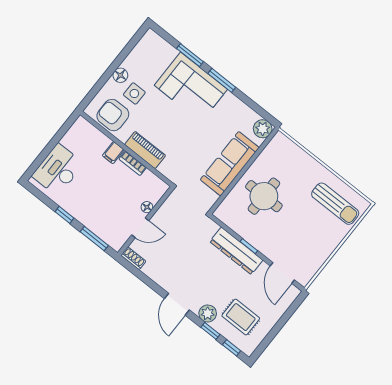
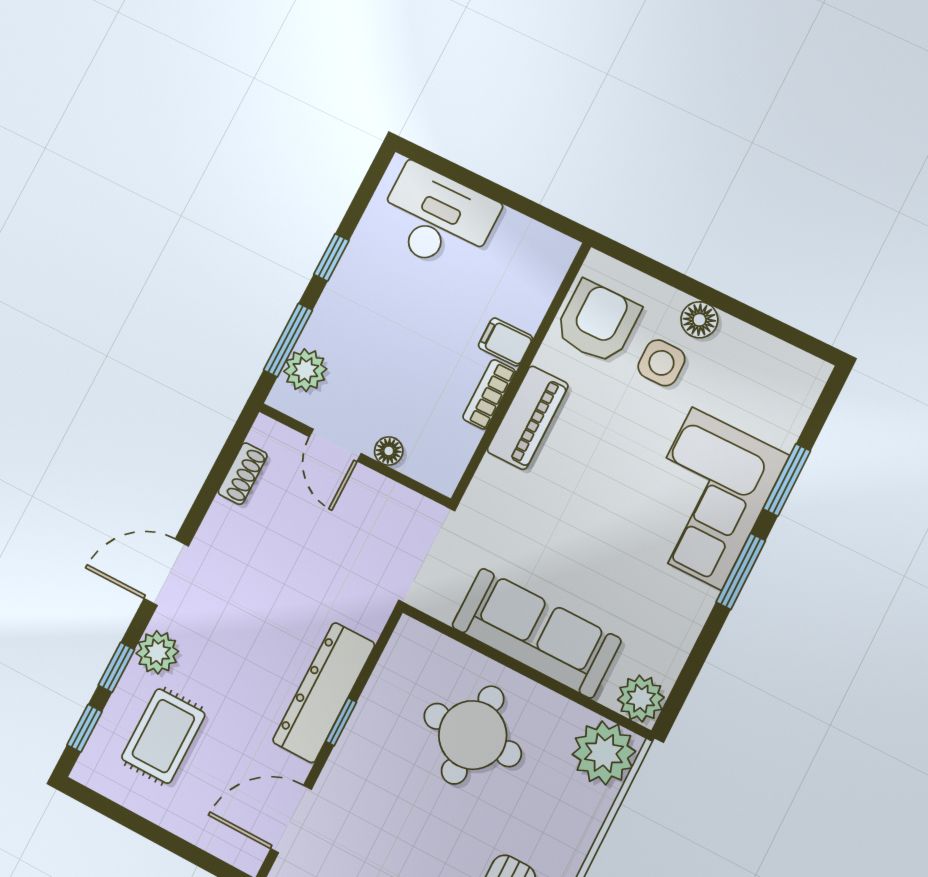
plant: (281, 147) -> (604, 753), added
plant: (108, 234) -> (305, 370), added
shoe rack: (133, 258) -> (243, 474), moved

